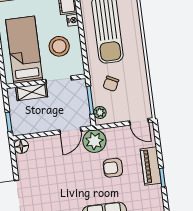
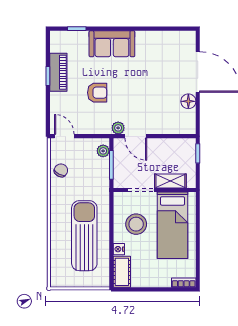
chair: (111, 84) -> (61, 170), moved
door: (70, 131) -> (136, 136), swing flipped
plant: (94, 141) -> (118, 128), width x0.53, depth x0.53
floor lamp: (21, 146) -> (188, 101), moved
piano: (151, 166) -> (58, 72), moved

